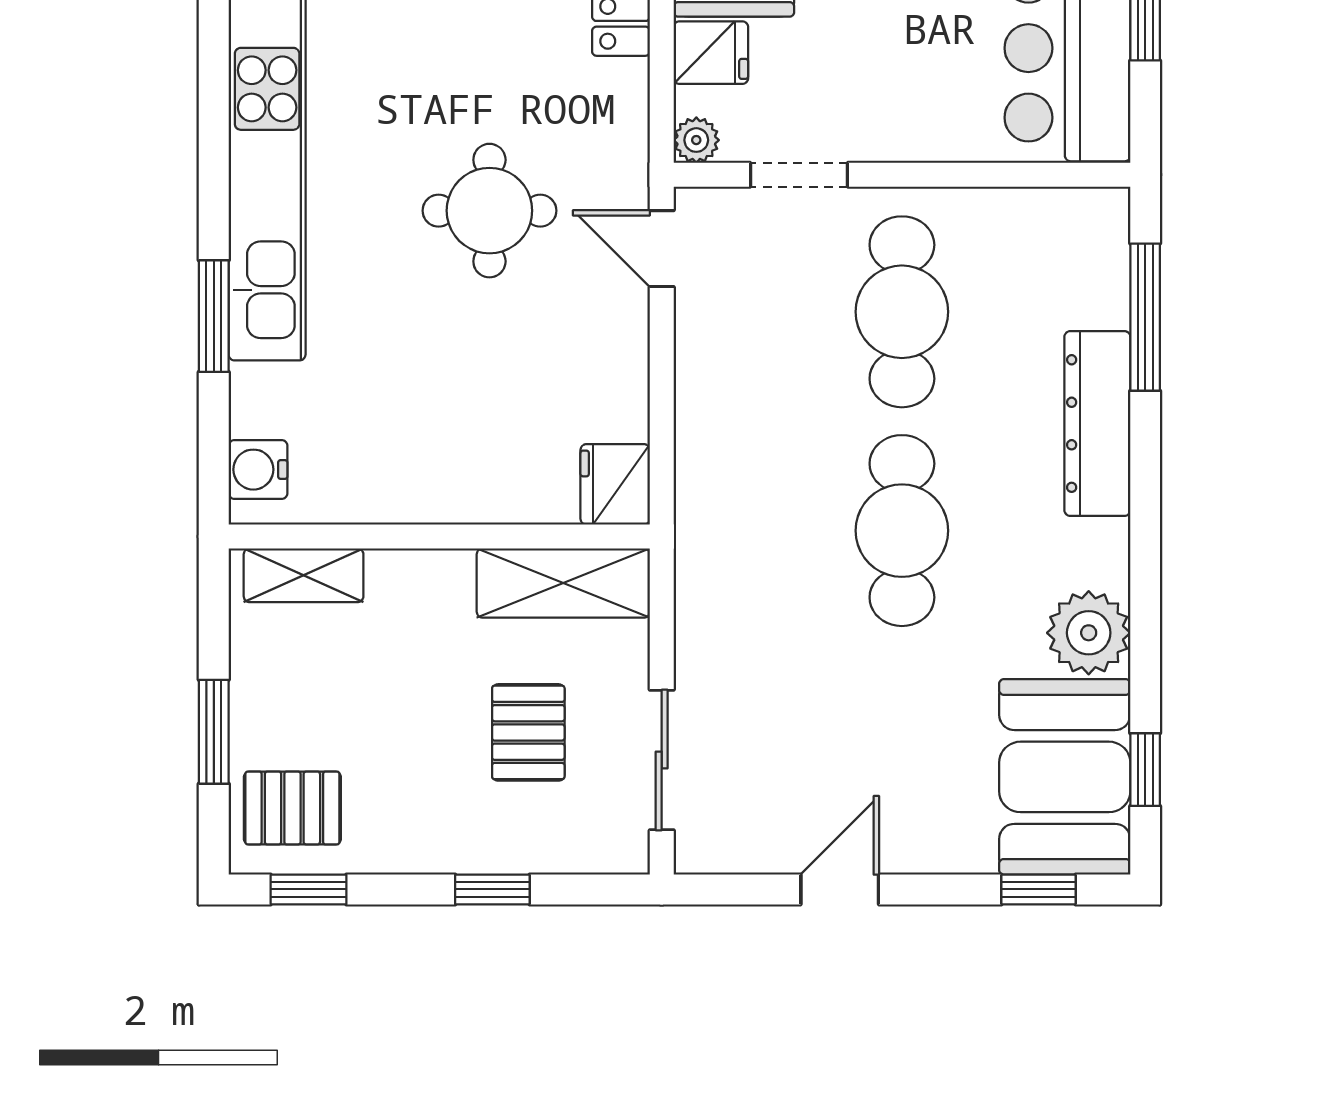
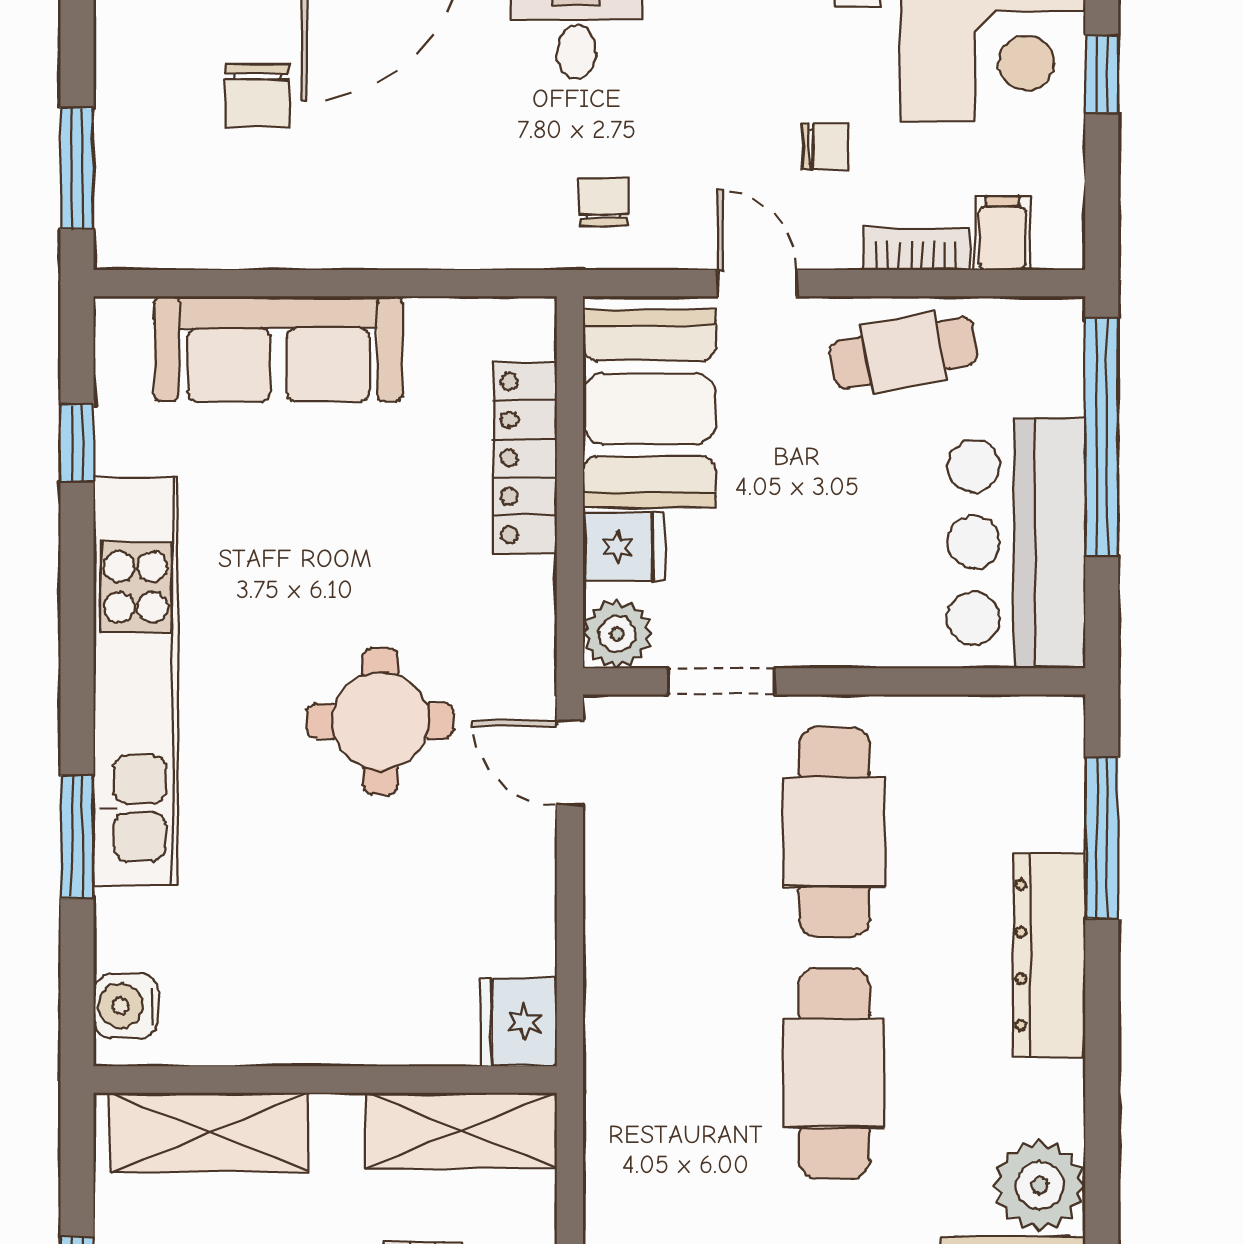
plant: (696, 140) -> (617, 634), width x1.38, depth x1.38
shelving: (304, 575) -> (209, 1132), width x1.50, depth x1.33

